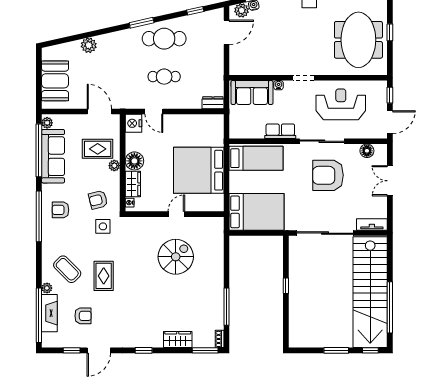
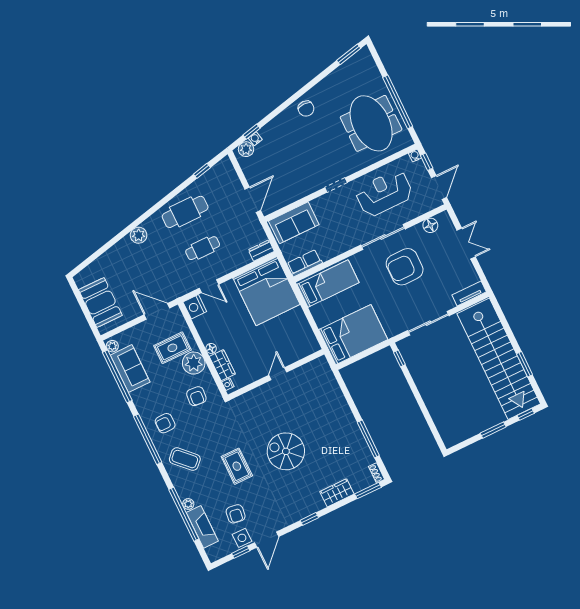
window: (142, 23) -> (156, 207), removed
door: (227, 32) -> (253, 200), moved
window: (390, 32) -> (398, 102), width x3.17
plant: (89, 45) -> (139, 235), moved
water cooler: (279, 85) -> (415, 156), moved
row of seats: (280, 131) -> (305, 263), moved
sofa: (53, 156) -> (130, 369), width x0.73
floor lamp: (134, 161) -> (211, 348), width x0.53, depth x0.53
plant: (114, 166) -> (194, 363), width x1.88, depth x1.88
bed: (199, 170) -> (266, 291), moved, turned -90
double door: (390, 181) -> (466, 243), swing flipped
armchair: (98, 200) -> (196, 396), turned -71
side table: (103, 226) -> (242, 538), moved
sliding door: (325, 233) -> (428, 323), width x0.73
spiral stairs: (176, 257) -> (286, 451), moved, turned -90
coffee table: (67, 269) -> (185, 459), moved
window: (286, 286) -> (399, 358), moved
window: (390, 307) -> (525, 364), width x0.47
window: (39, 315) -> (184, 514), moved
armchair: (83, 316) -> (236, 514), turned 98

